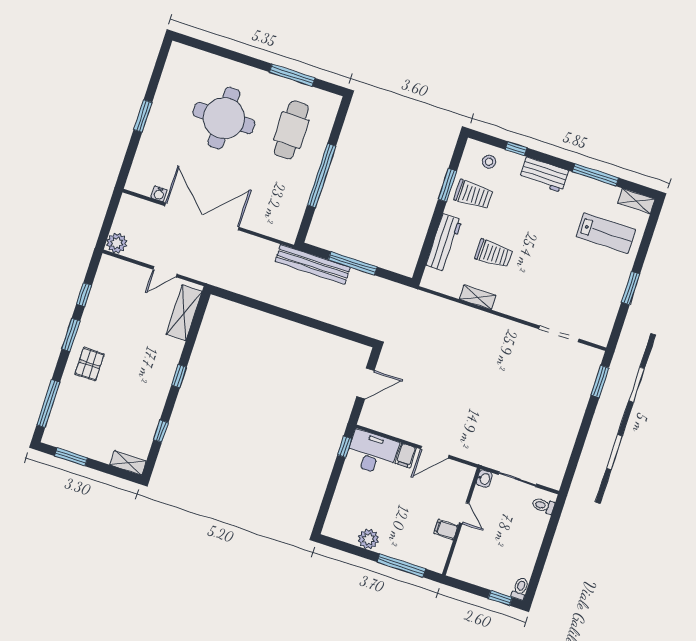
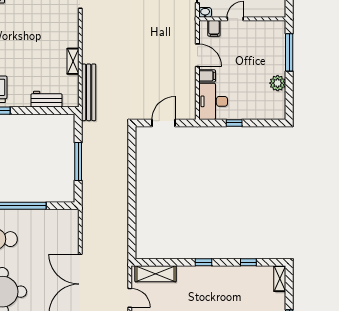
workbench: (444, 243) -> (46, 99), width x0.73
trolley: (494, 254) -> (37, 60), removed
bench: (313, 264) -> (89, 92), moved
door: (365, 383) -> (164, 123), hinge flipped
window: (345, 447) -> (234, 123), moved
filing cabinet: (446, 529) -> (214, 28), moved

